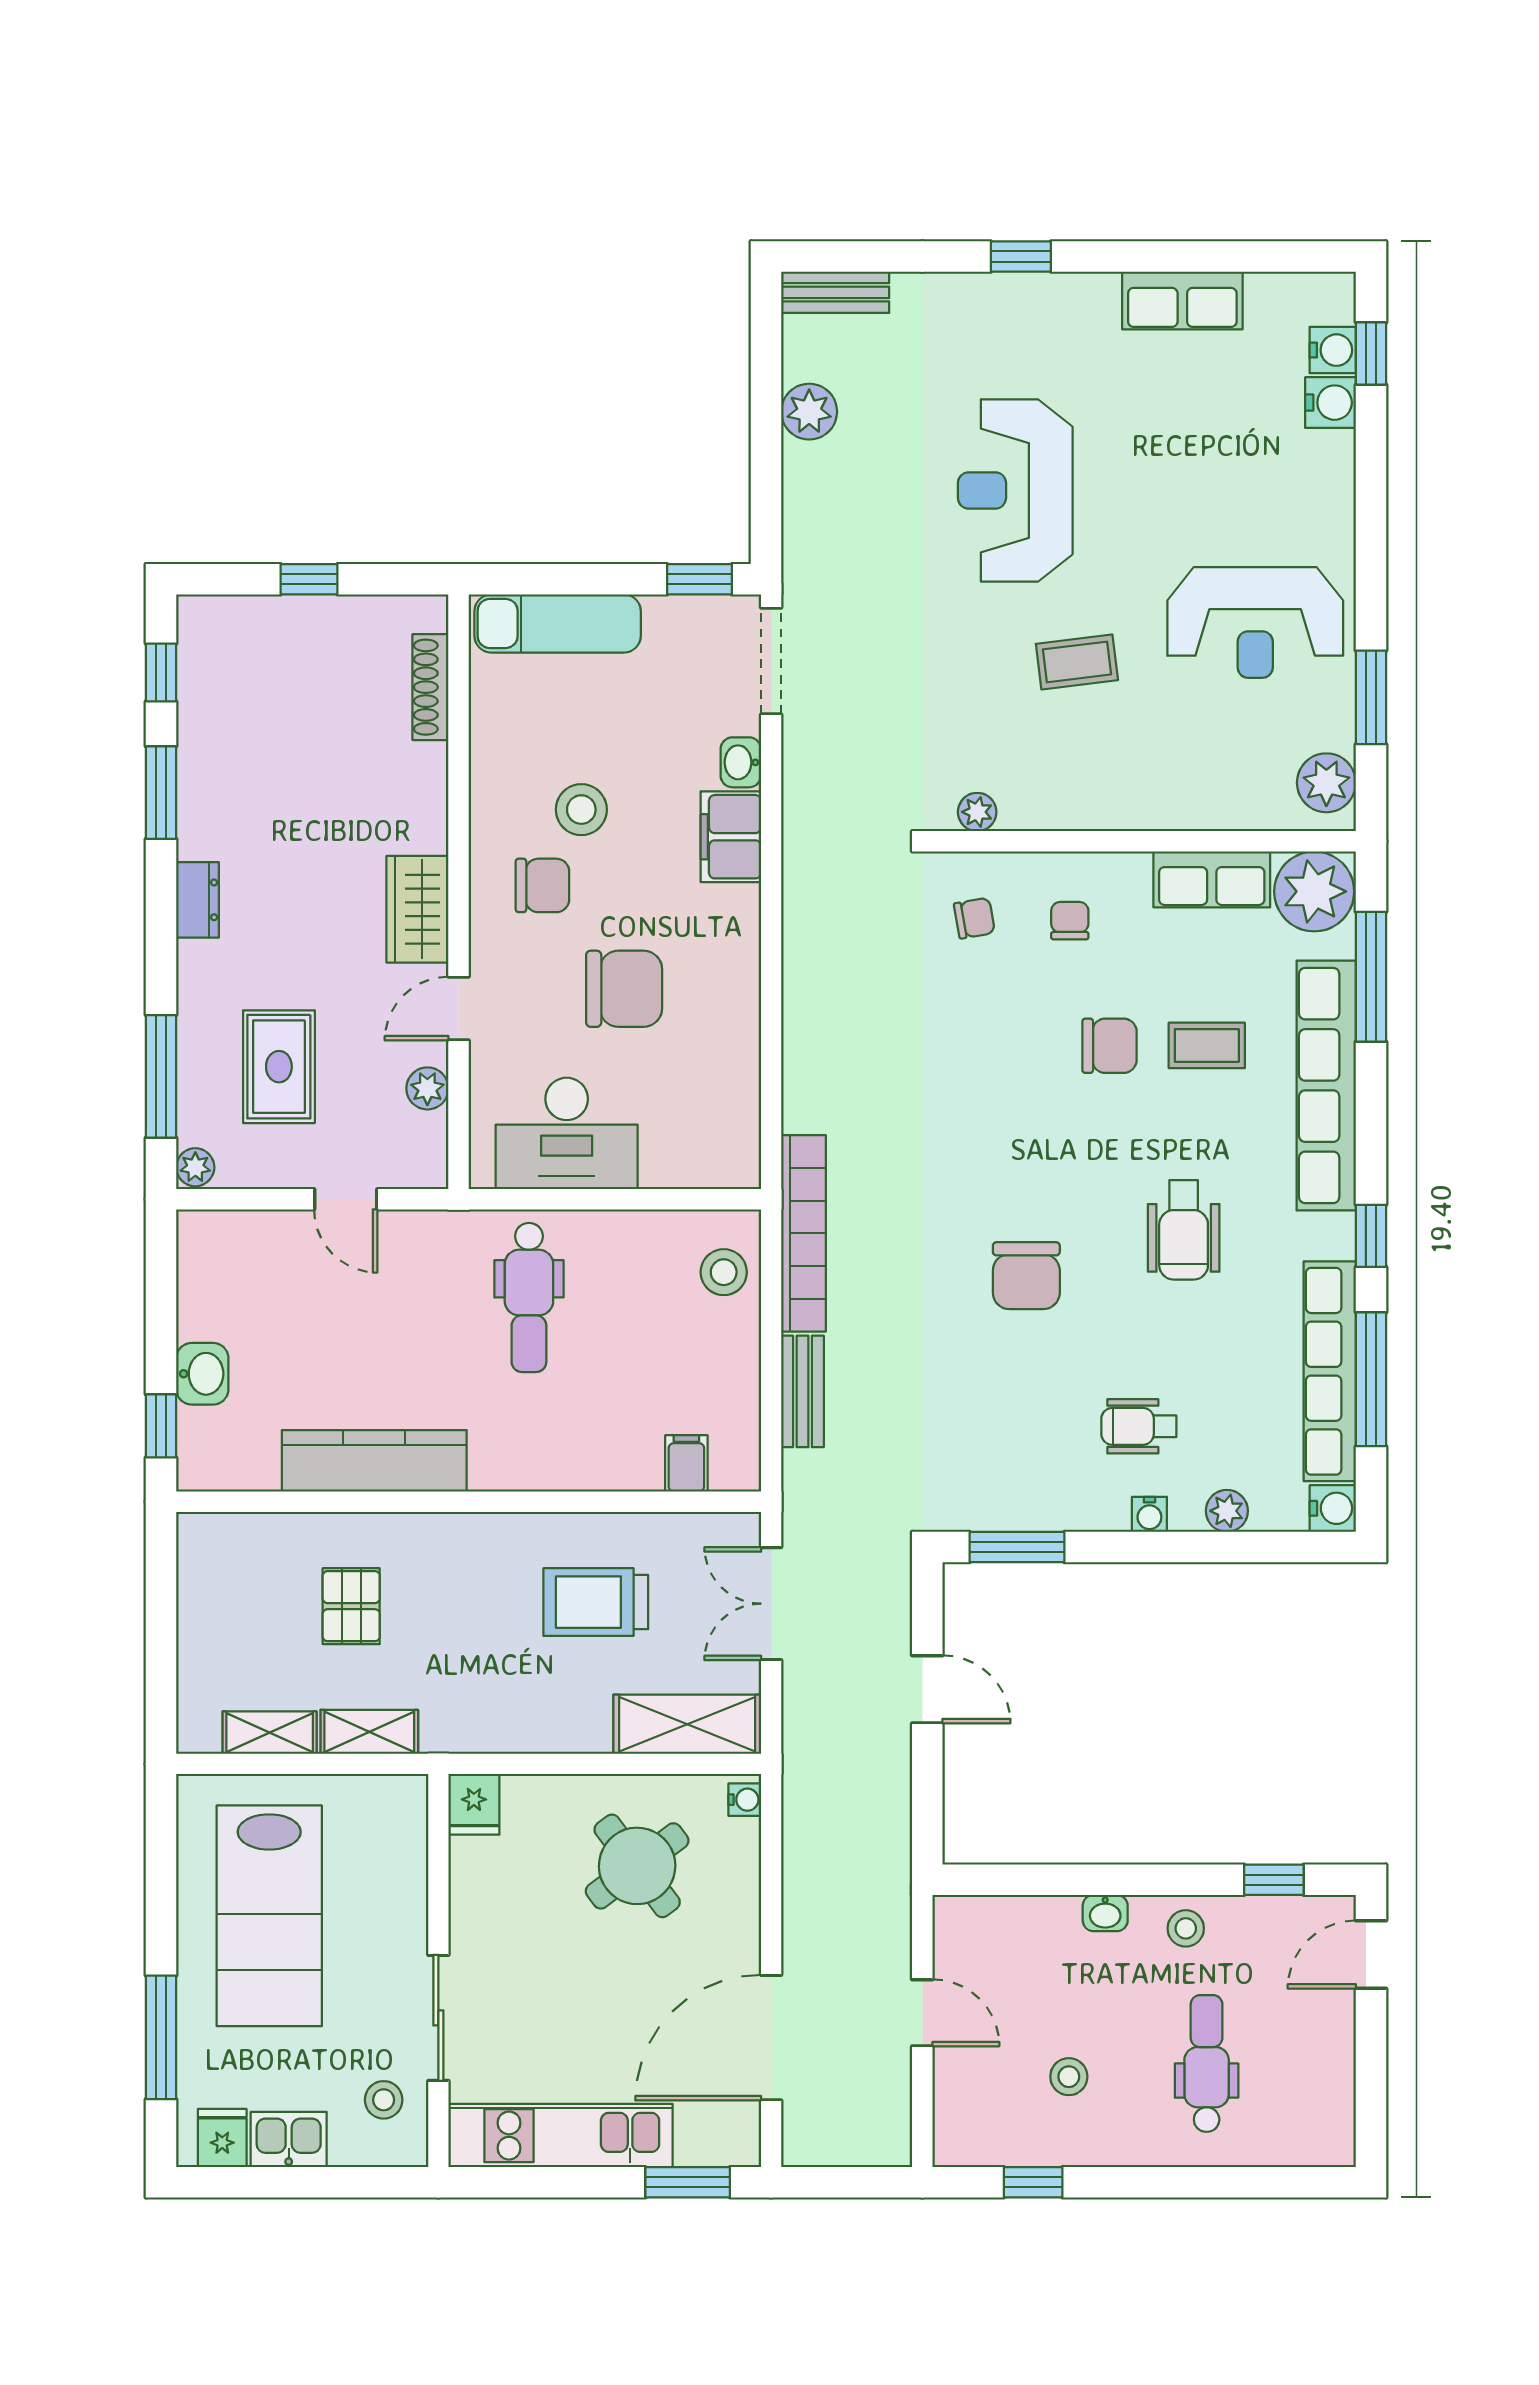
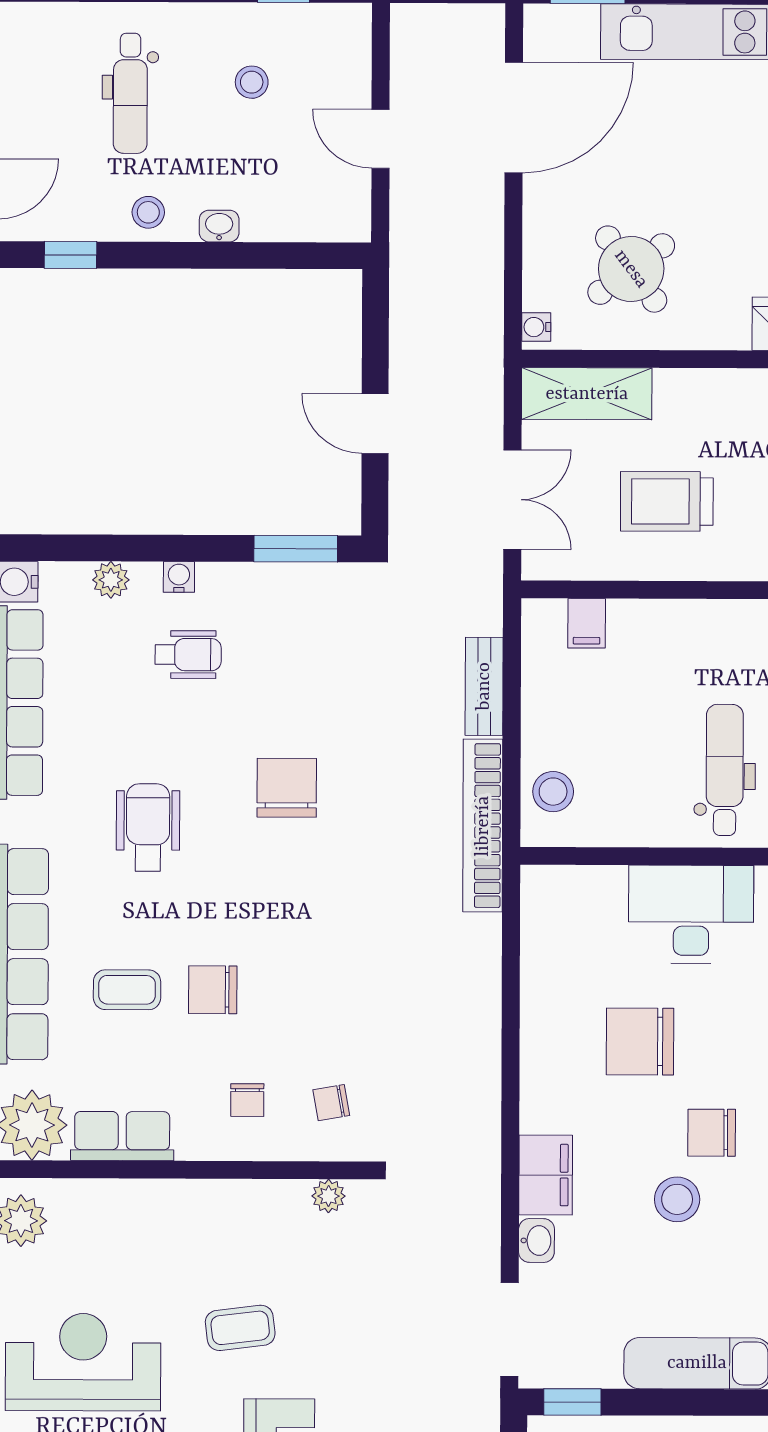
trolley: (596, 1602) -> (667, 501), turned 180

